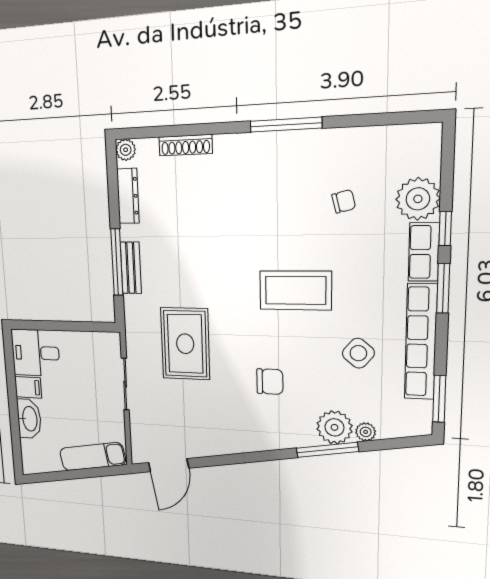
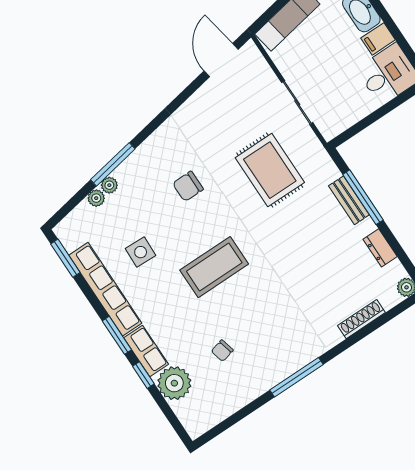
dresser: (128, 196) -> (380, 248), width x0.70
side table: (358, 353) -> (141, 252), turned -38
plant: (334, 427) -> (109, 185), width x0.53, depth x0.53

